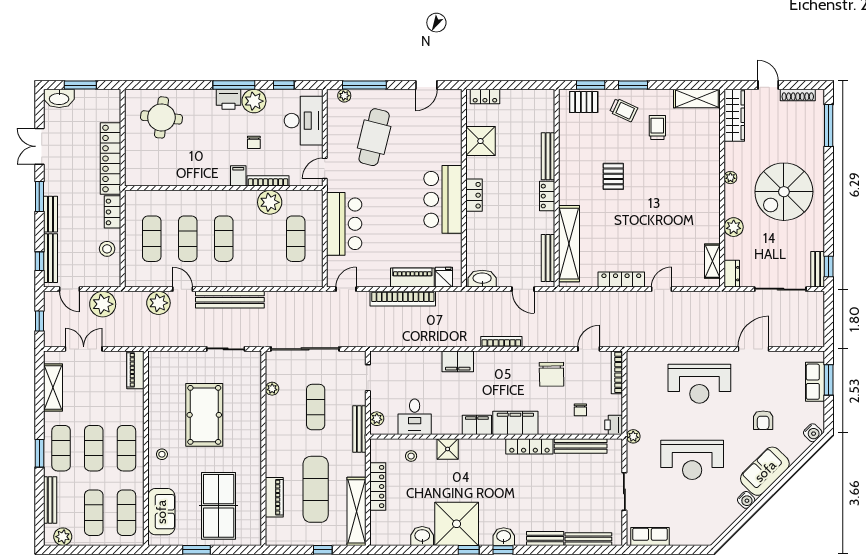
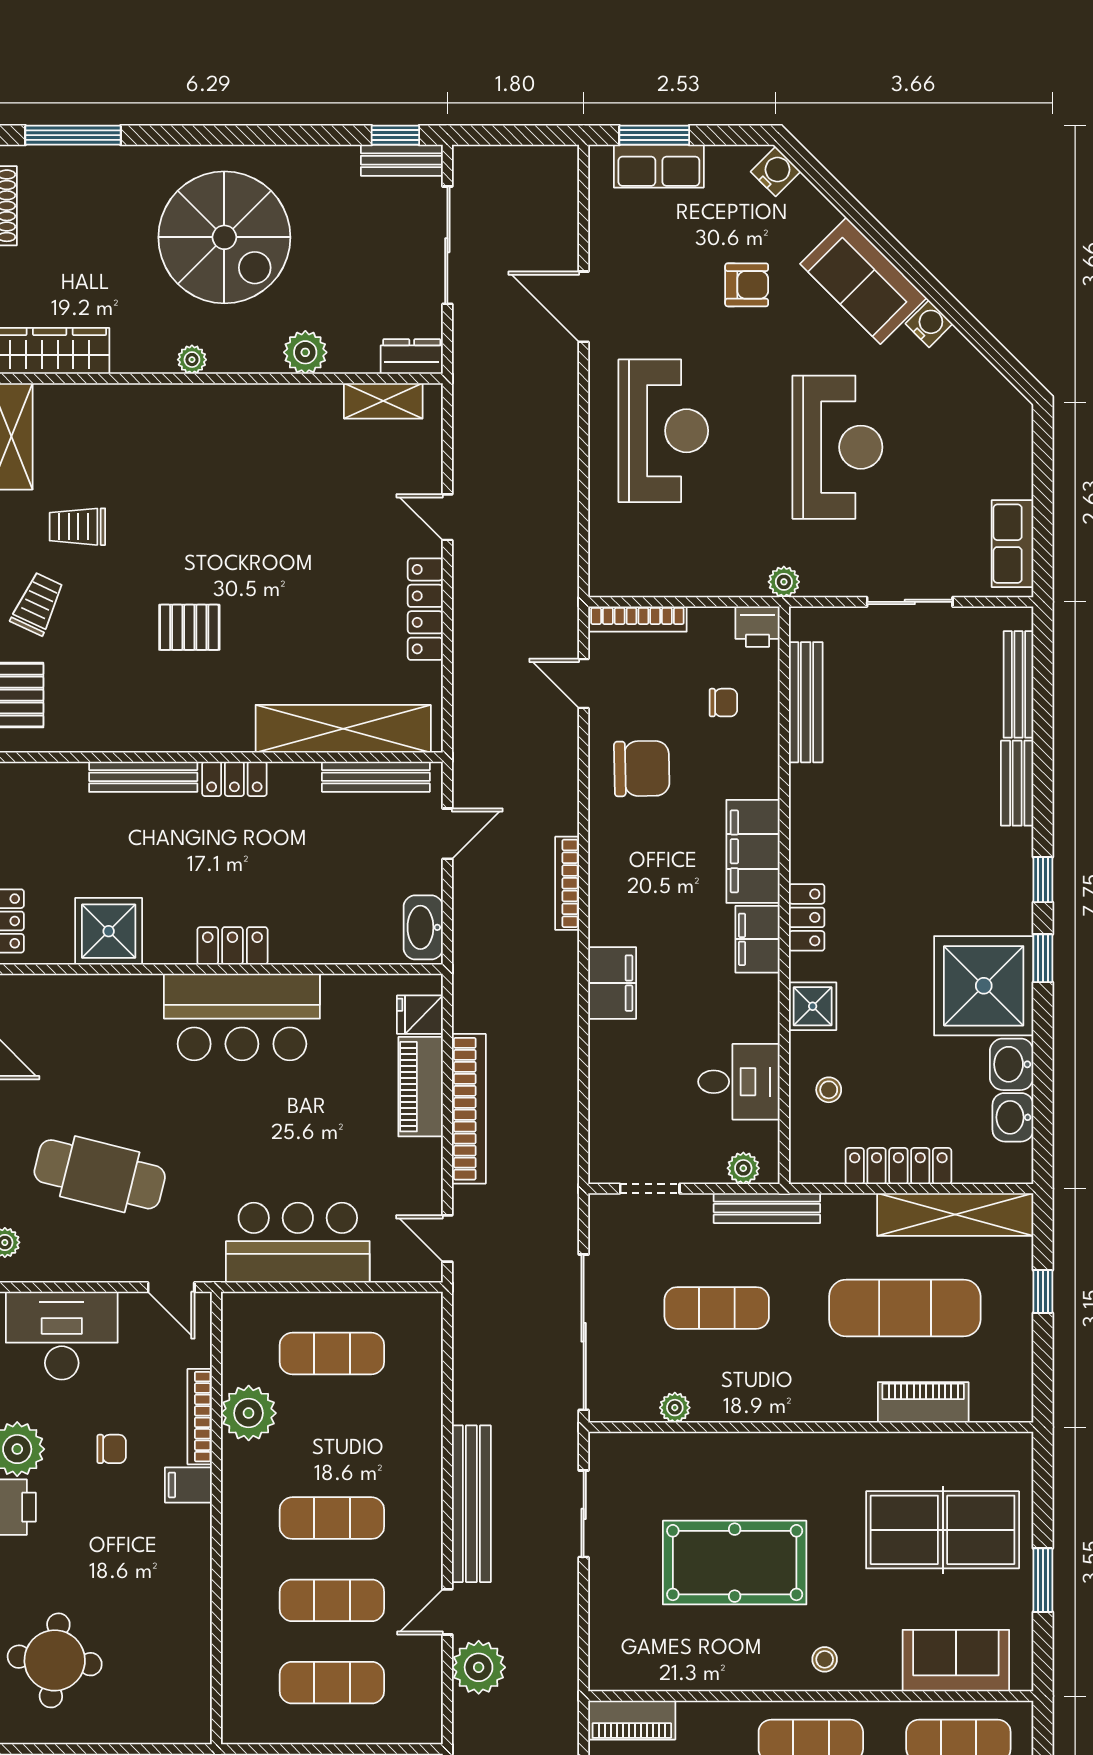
locker: (529, 446) -> (807, 917), moved, width x0.66
washbasin: (504, 537) -> (1013, 1117), moved

